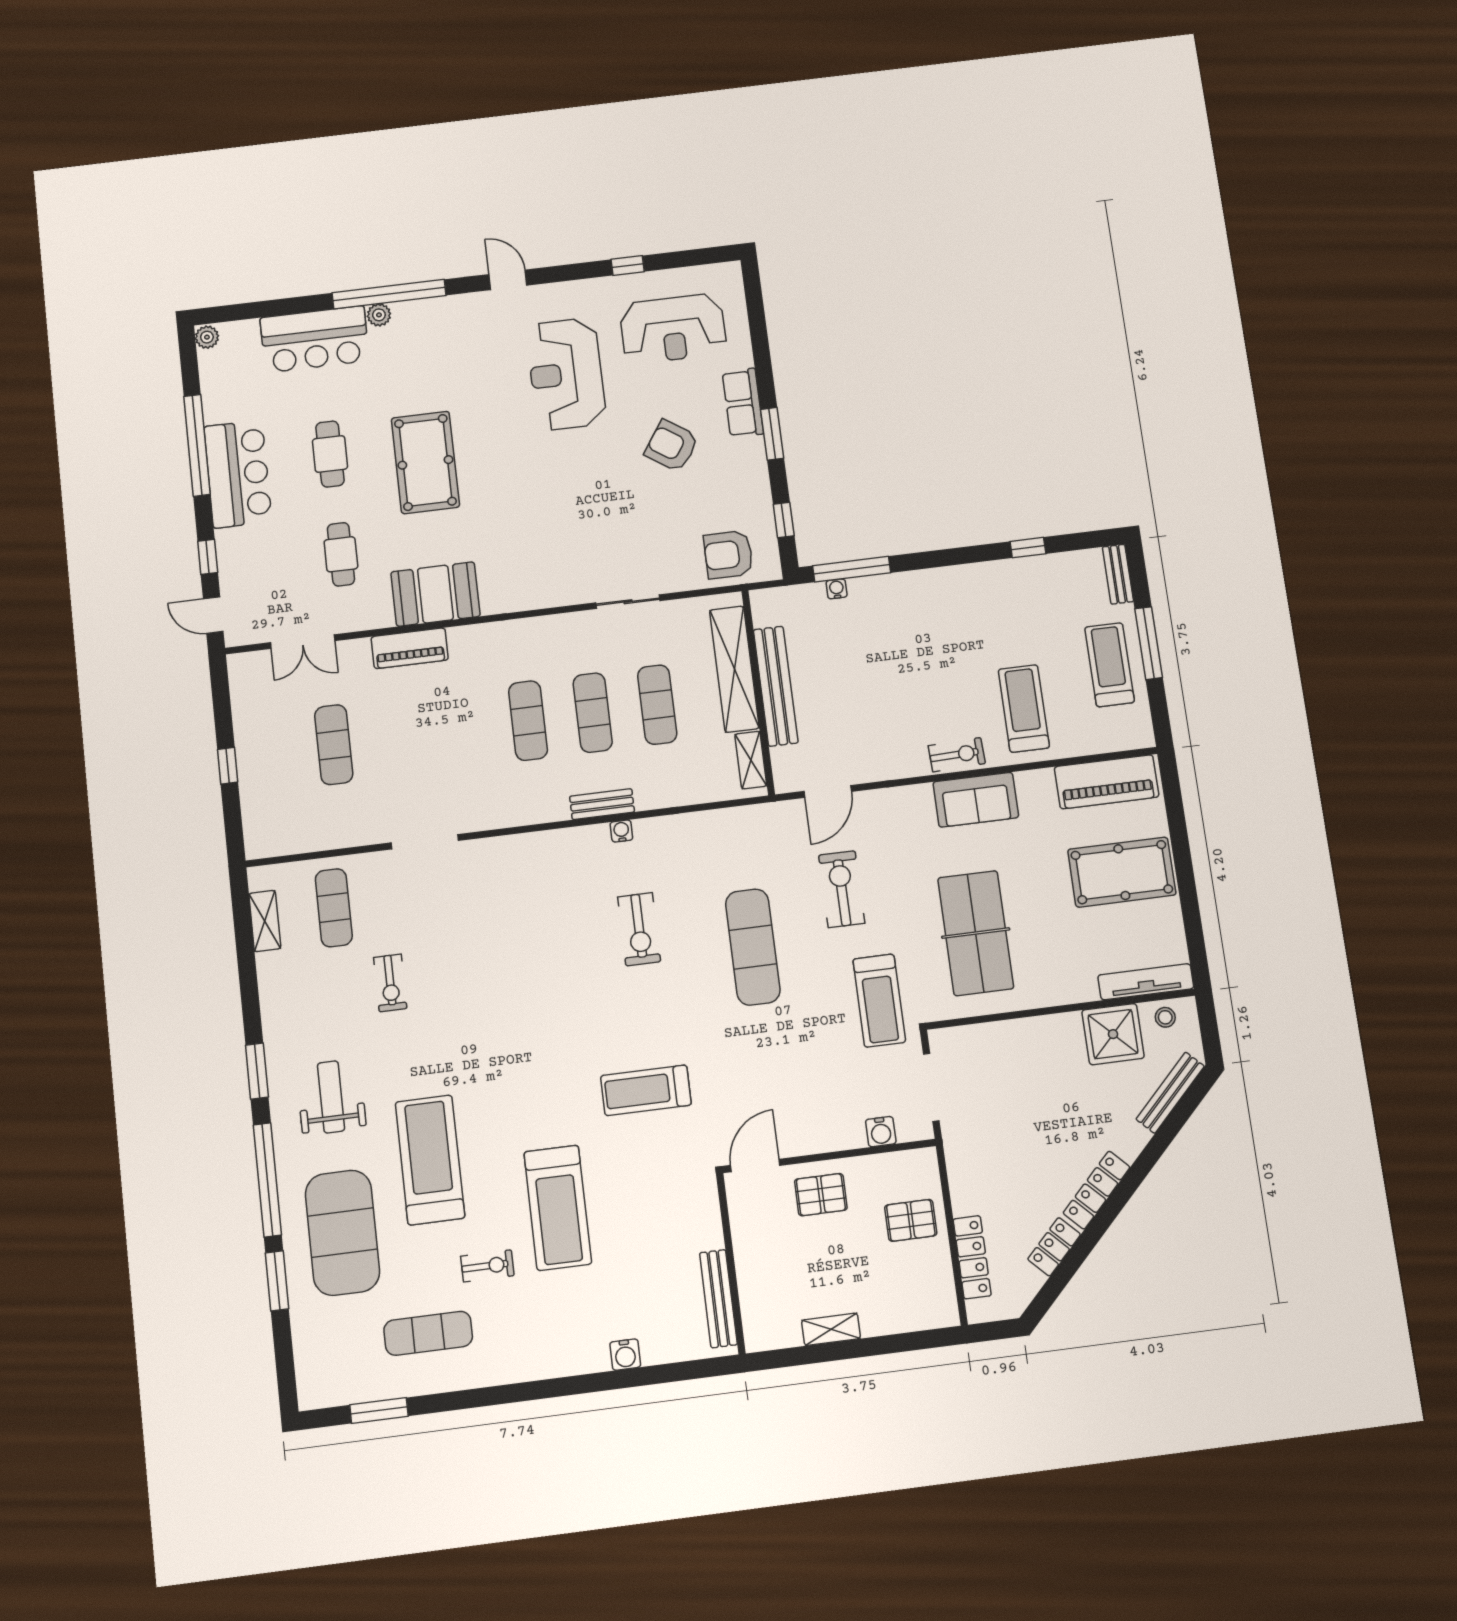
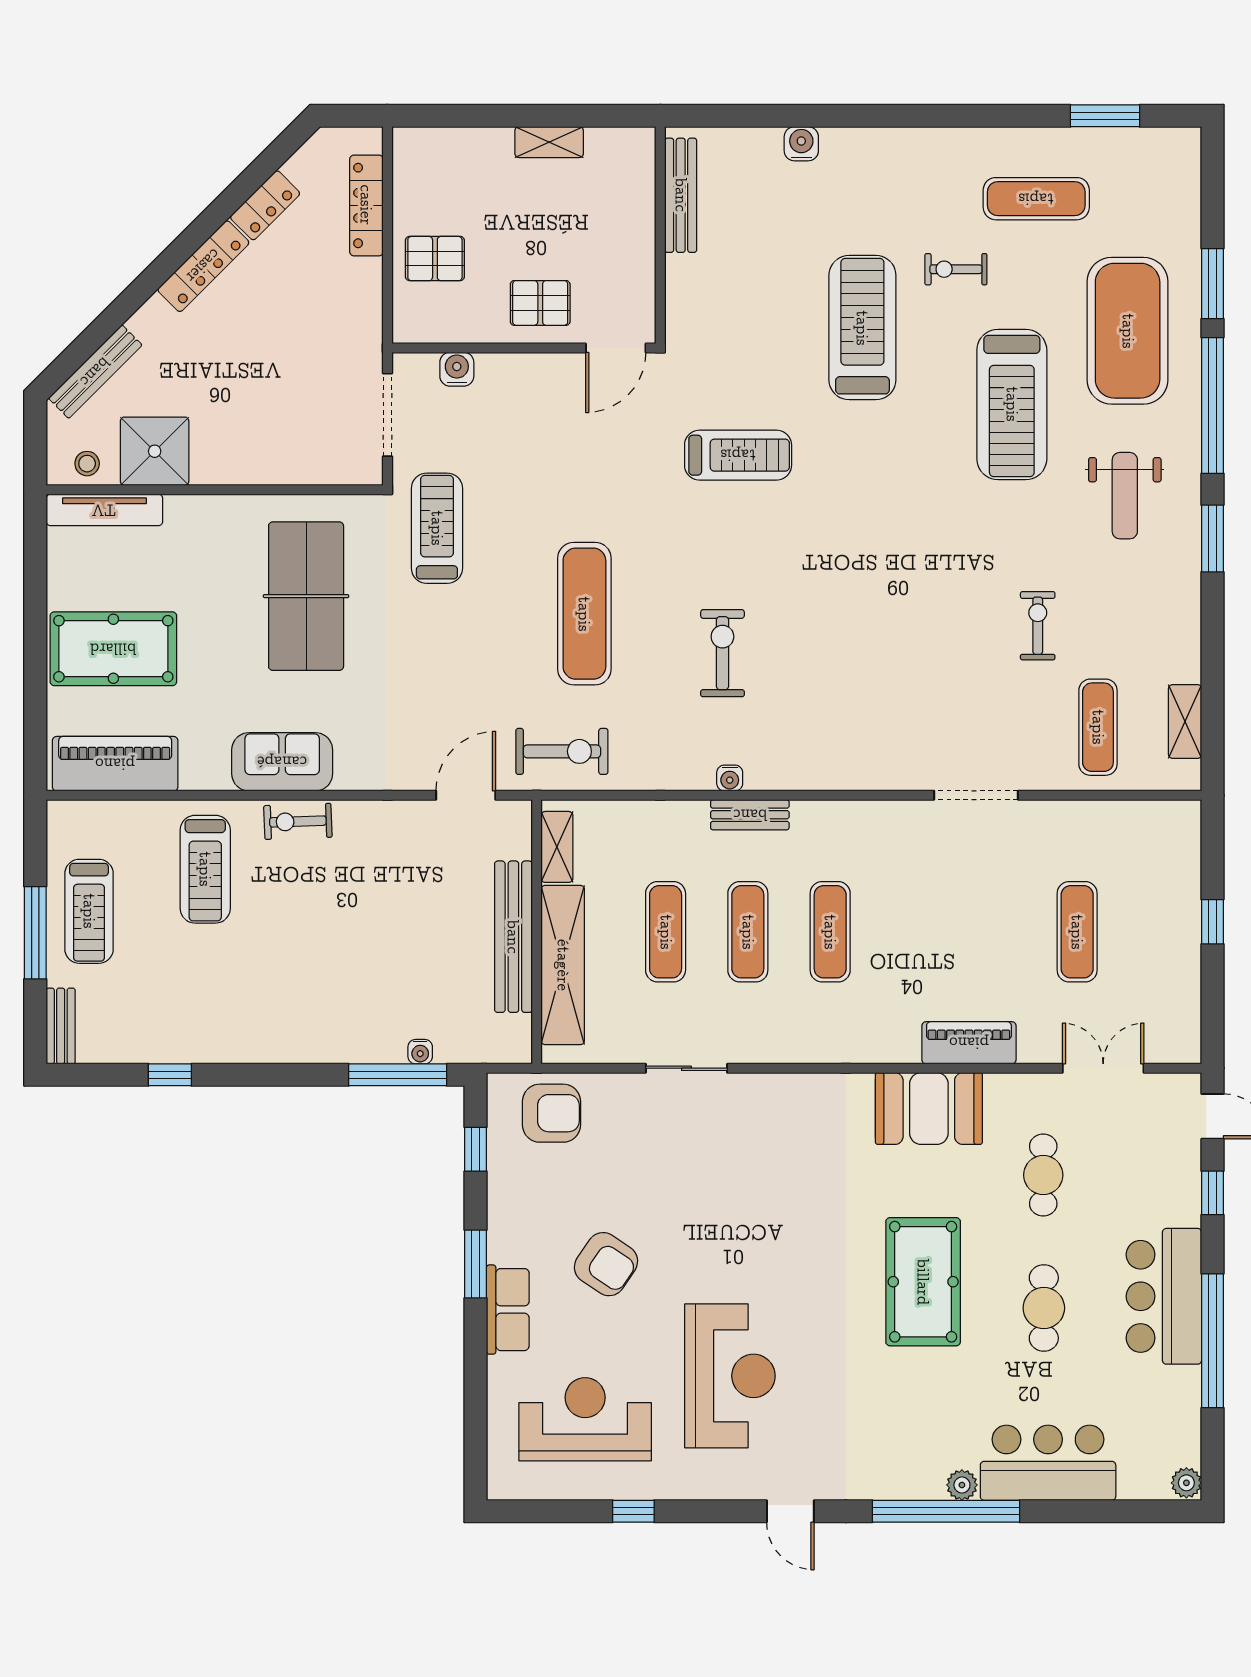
exercise bike: (842, 889) -> (562, 751), moved, turned -90

